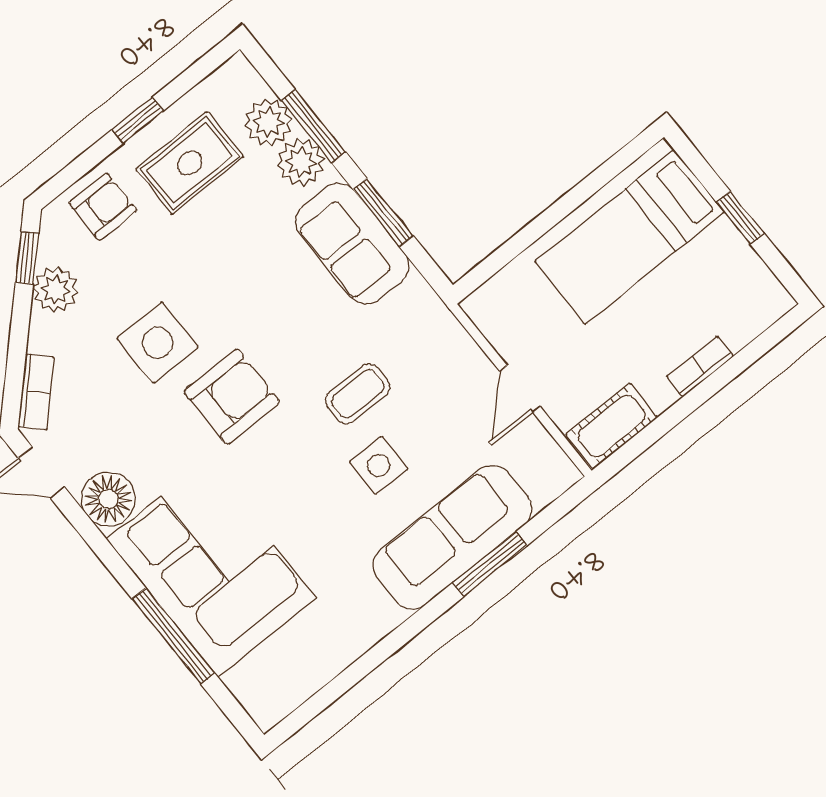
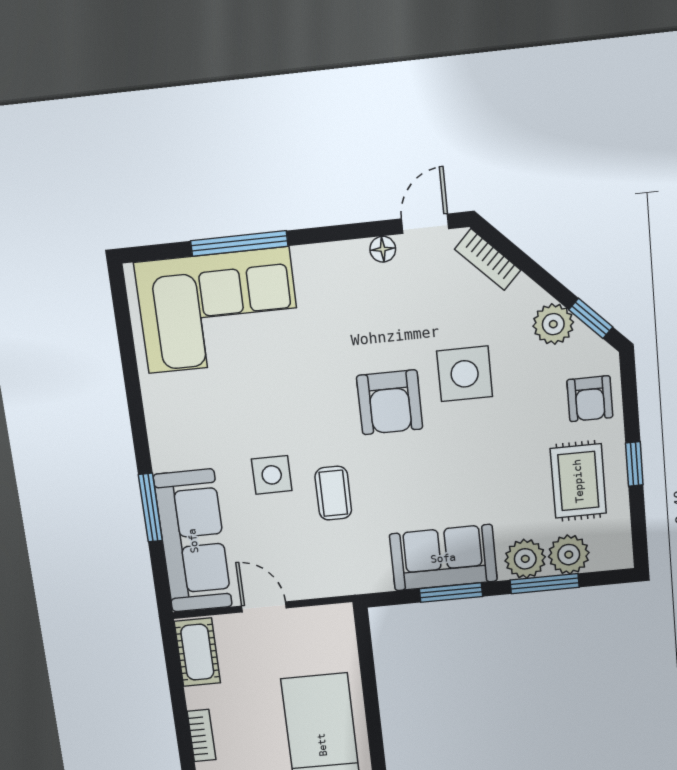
floor lamp: (108, 499) -> (383, 249), width x0.53, depth x0.53
sofa: (453, 537) -> (193, 541), moved
corner sofa: (211, 569) -> (218, 310), moved

